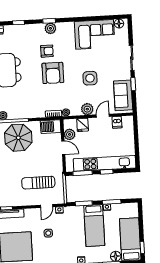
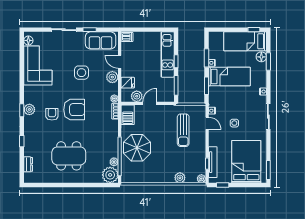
dishwasher: (117, 122) -> (127, 37), moved
kitchen unit: (105, 163) -> (168, 54), width x0.73

